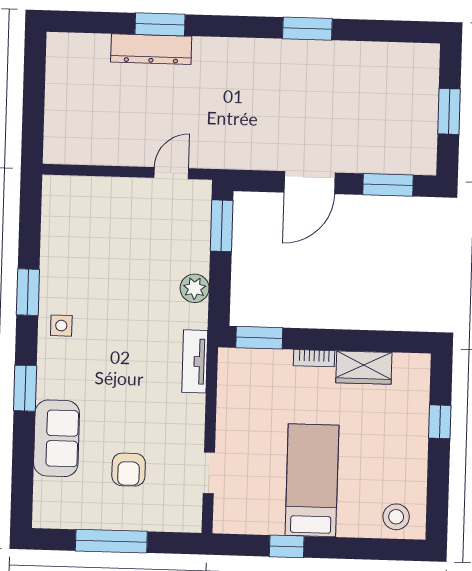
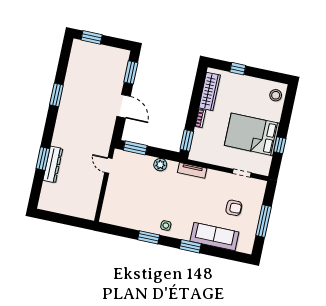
window: (449, 111) -> (92, 37), moved
wardrobe: (364, 368) -> (210, 91), width x1.50
sofa: (56, 438) -> (214, 237), width x1.36
bed: (312, 480) -> (252, 134), width x1.50

